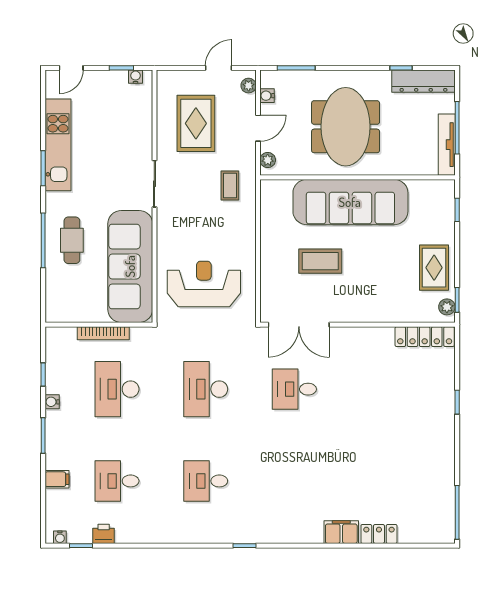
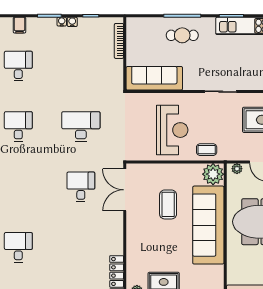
coffee table: (230, 186) -> (207, 150), moved
plant: (276, 195) -> (213, 174), added
sofa: (130, 266) -> (154, 78), width x0.74, depth x0.79
reception desk: (204, 284) -> (172, 130), moved
bookcase: (103, 333) -> (119, 41), moved
desk: (117, 389) -> (18, 247), moved, width x0.73
water cooler: (52, 417) -> (62, 22), added

